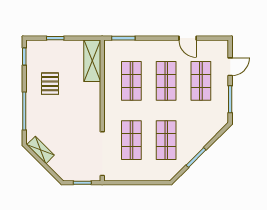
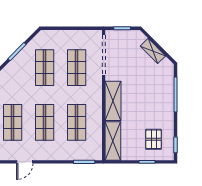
door: (188, 38) -> (25, 162), swing flipped
pallet: (50, 84) -> (154, 139), moved
shelving: (92, 104) -> (113, 101), added
shelving: (41, 150) -> (153, 51), moved

